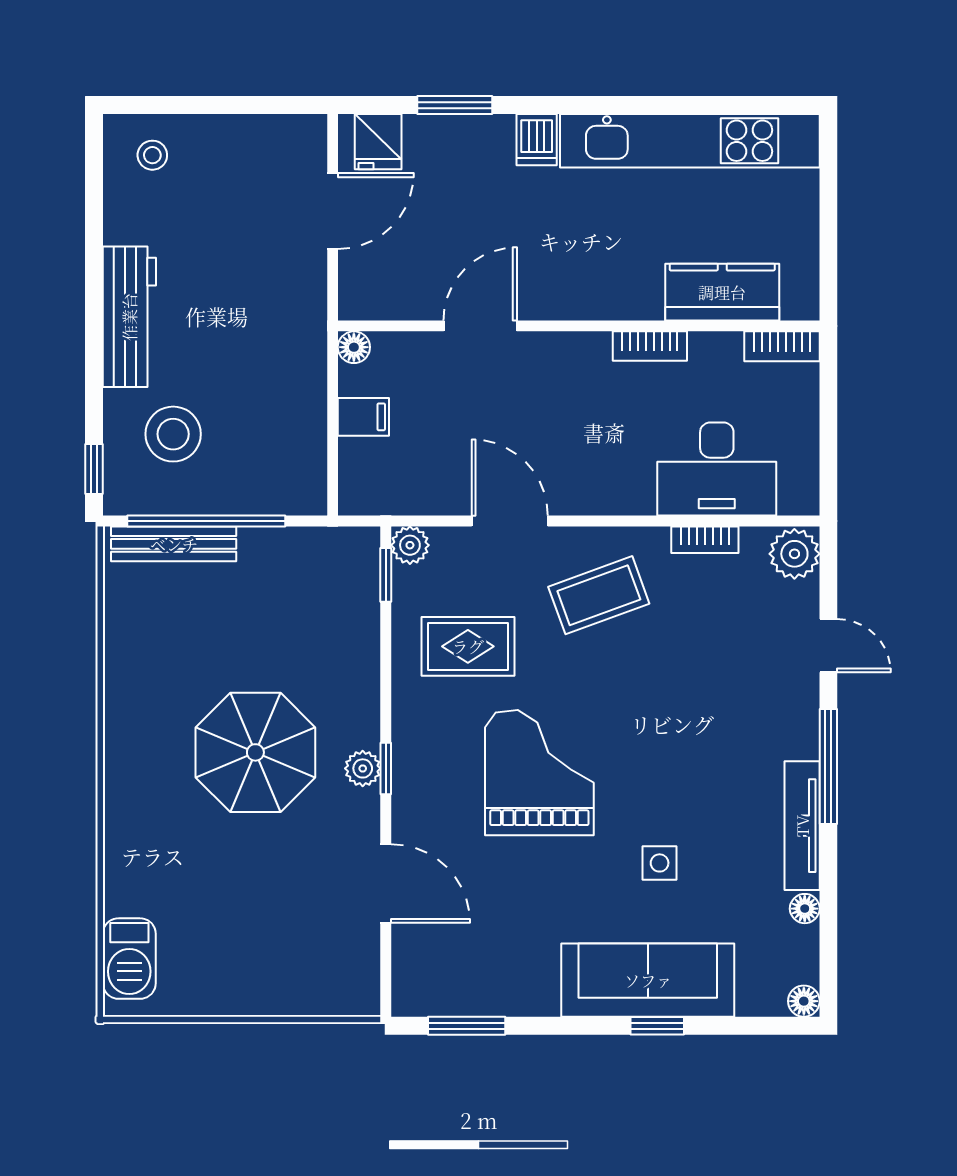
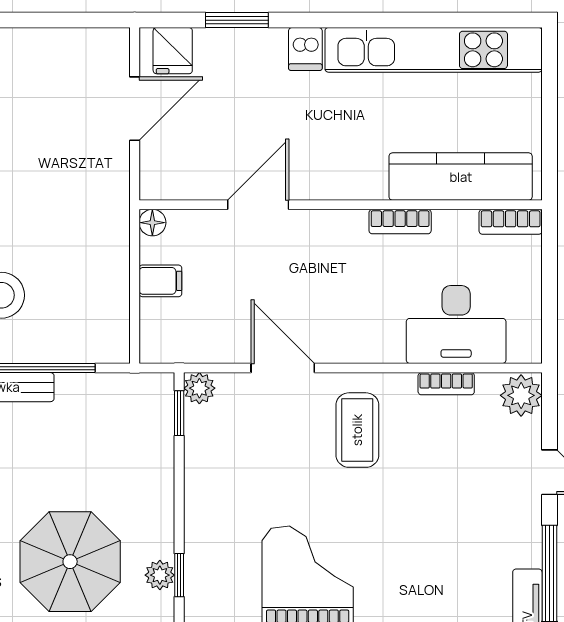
kitchen counter: (722, 292) -> (461, 177), width x1.50
coffee table: (599, 595) -> (357, 430), turned -70
rug: (468, 646) -> (248, 473), removed

